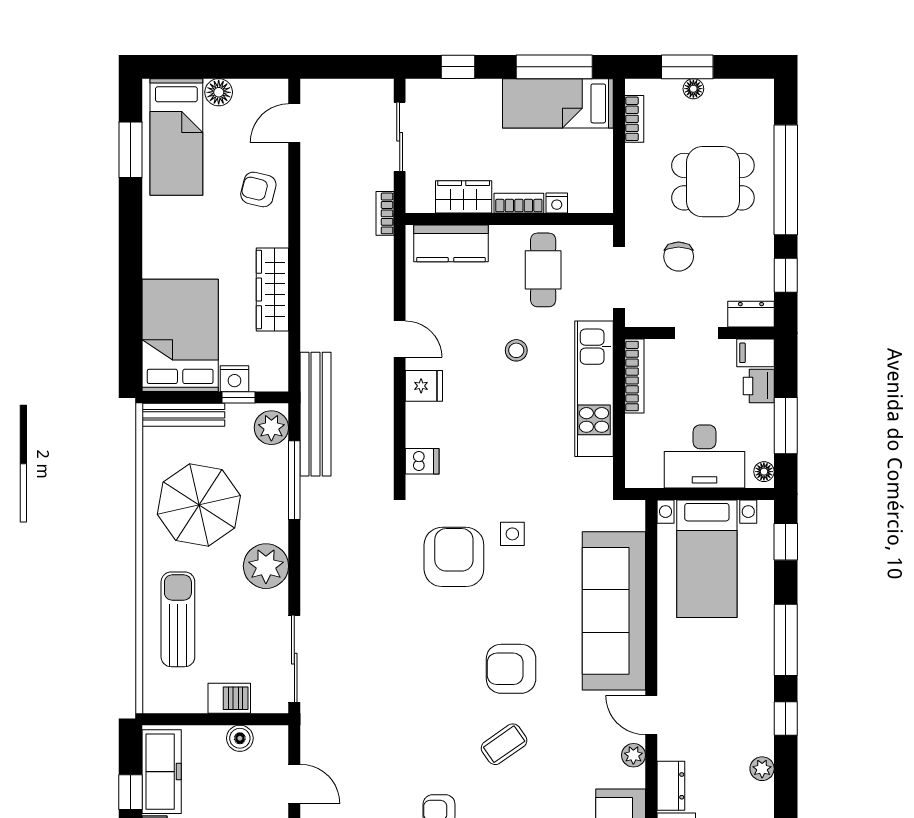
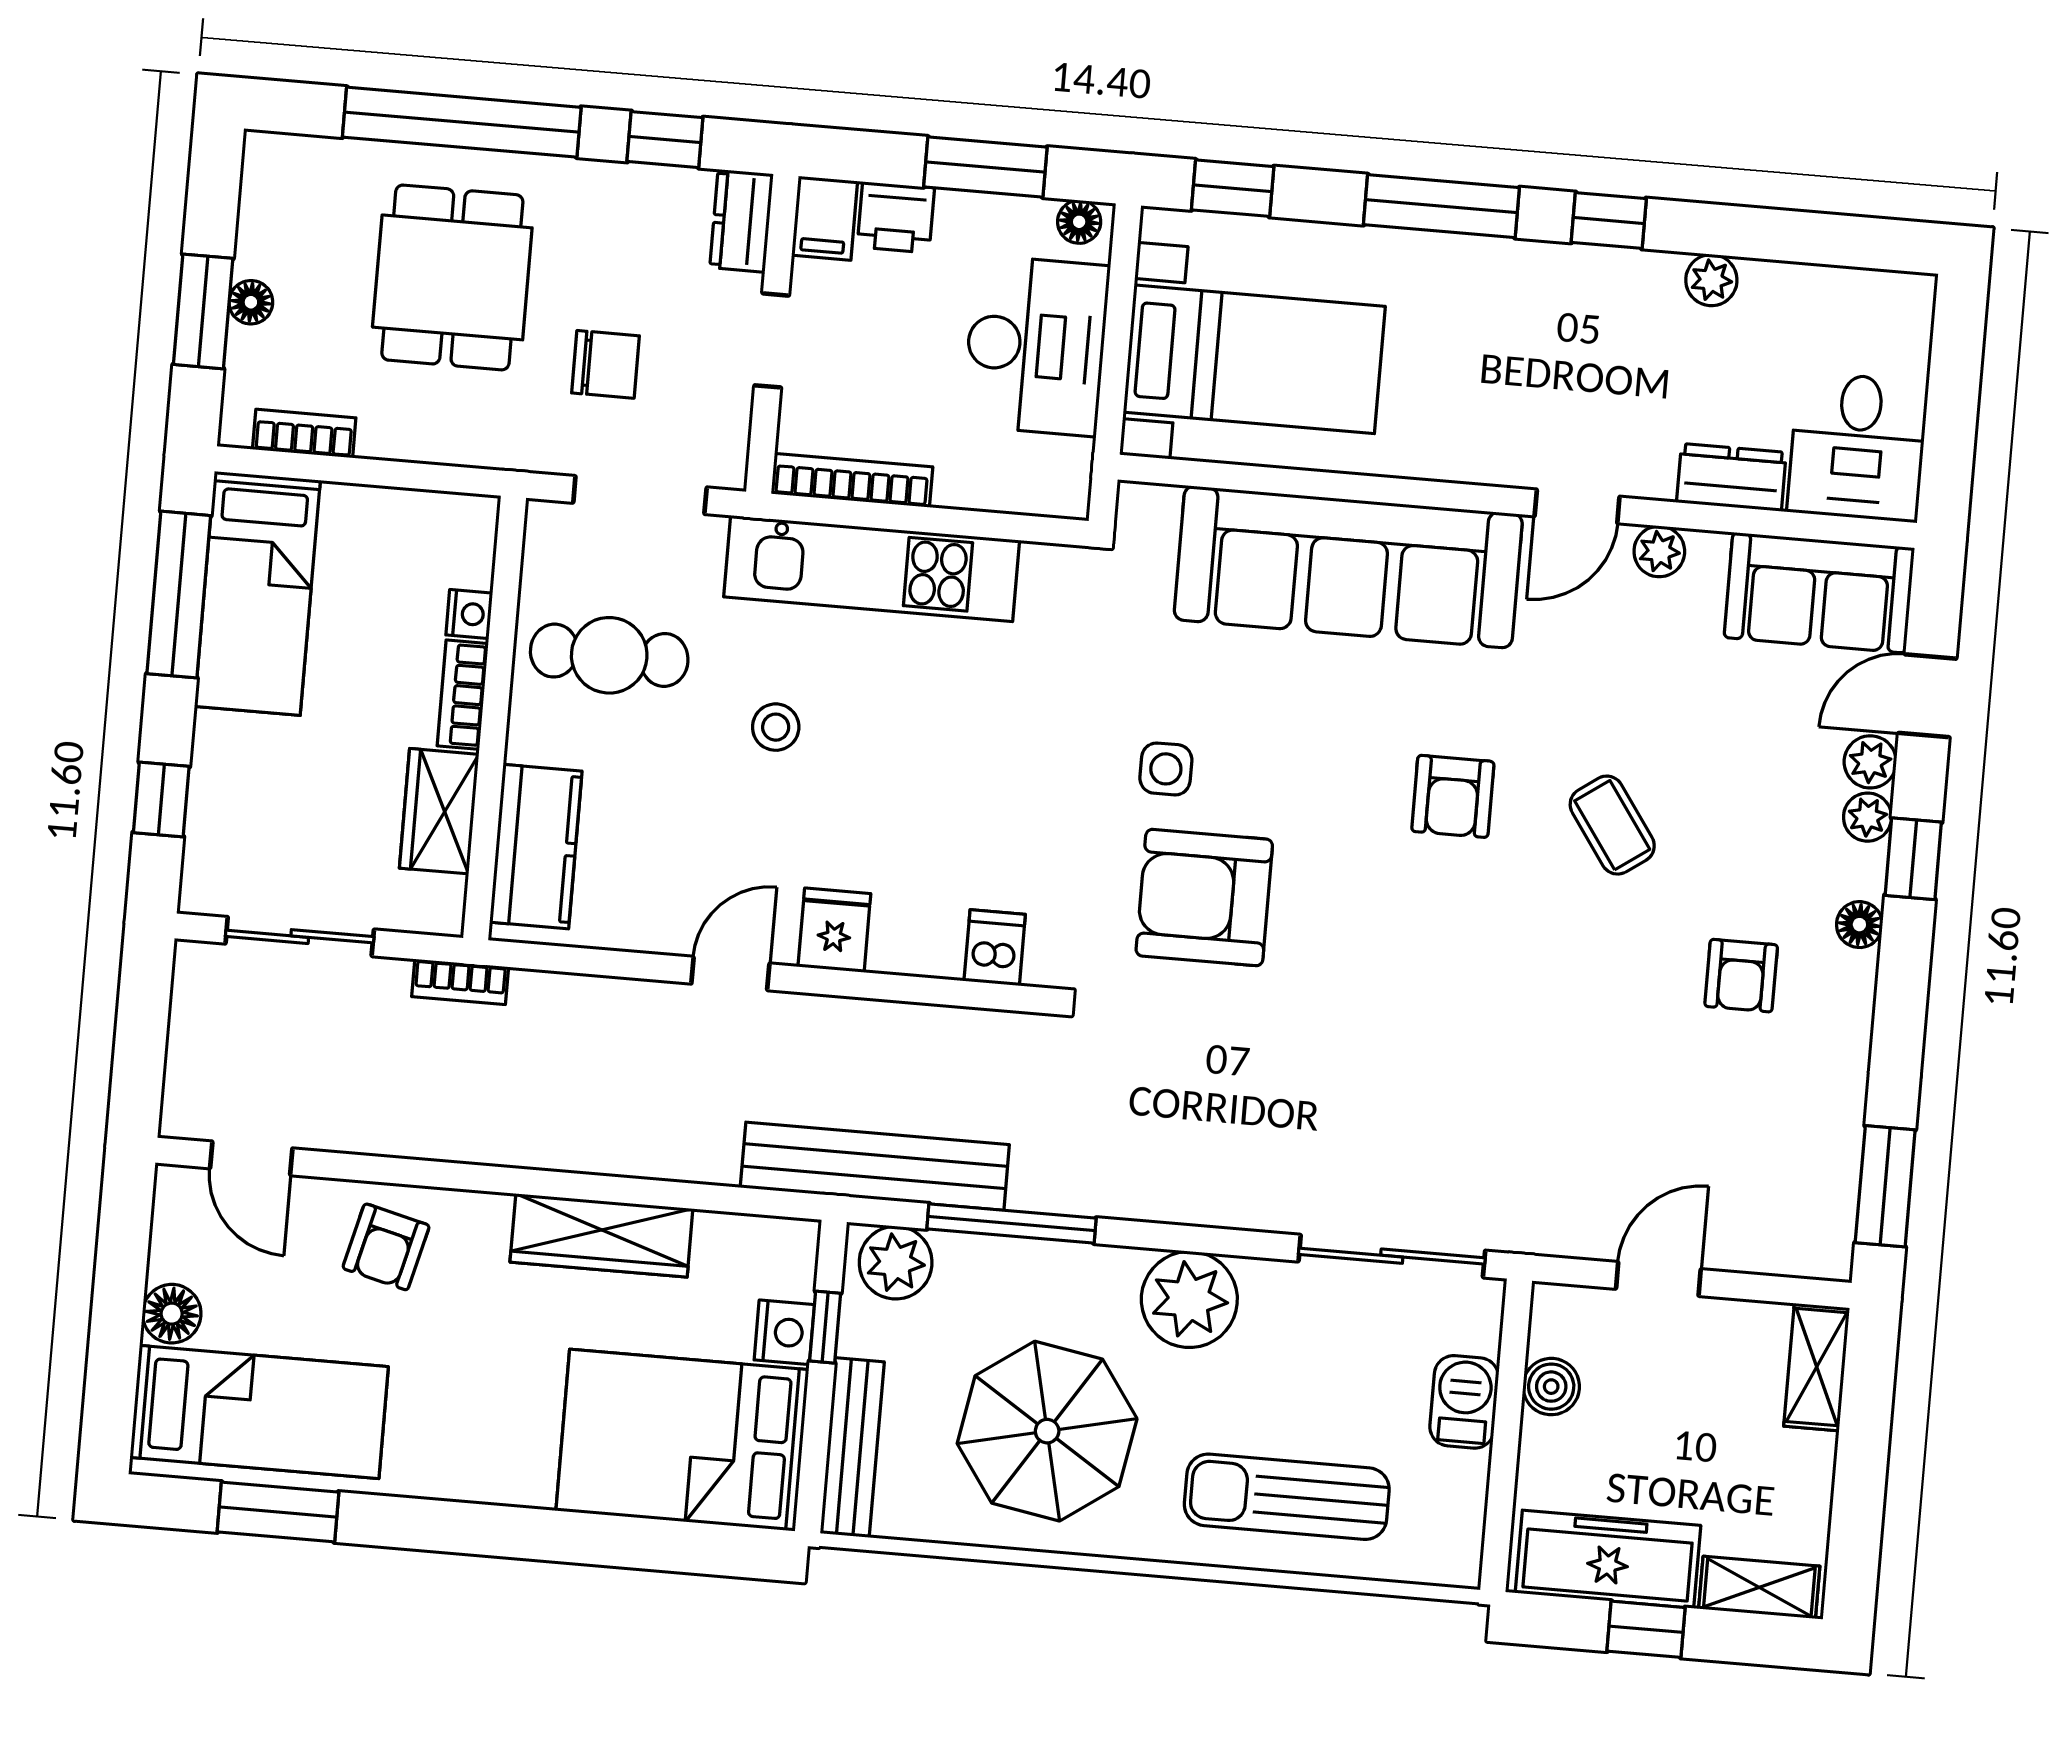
armchair: (511, 669) -> (1453, 796), width x0.72, depth x0.72

